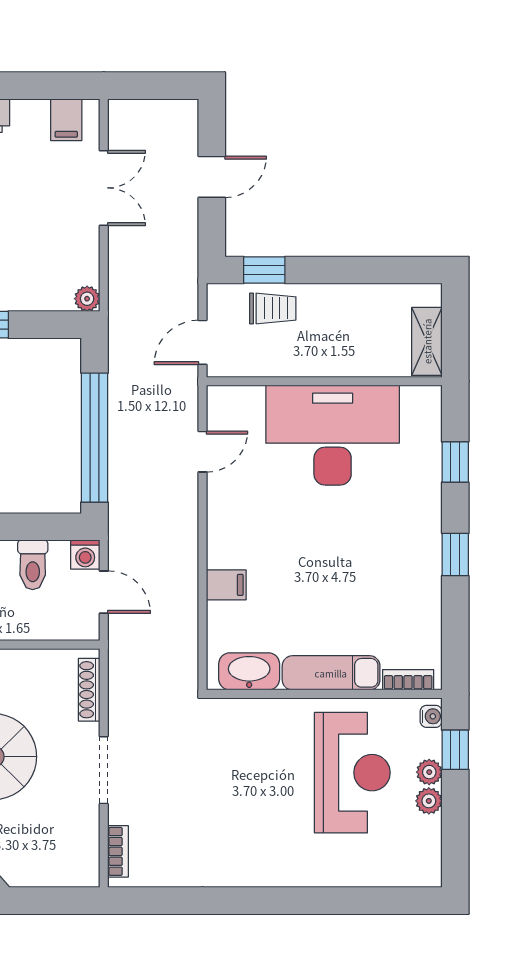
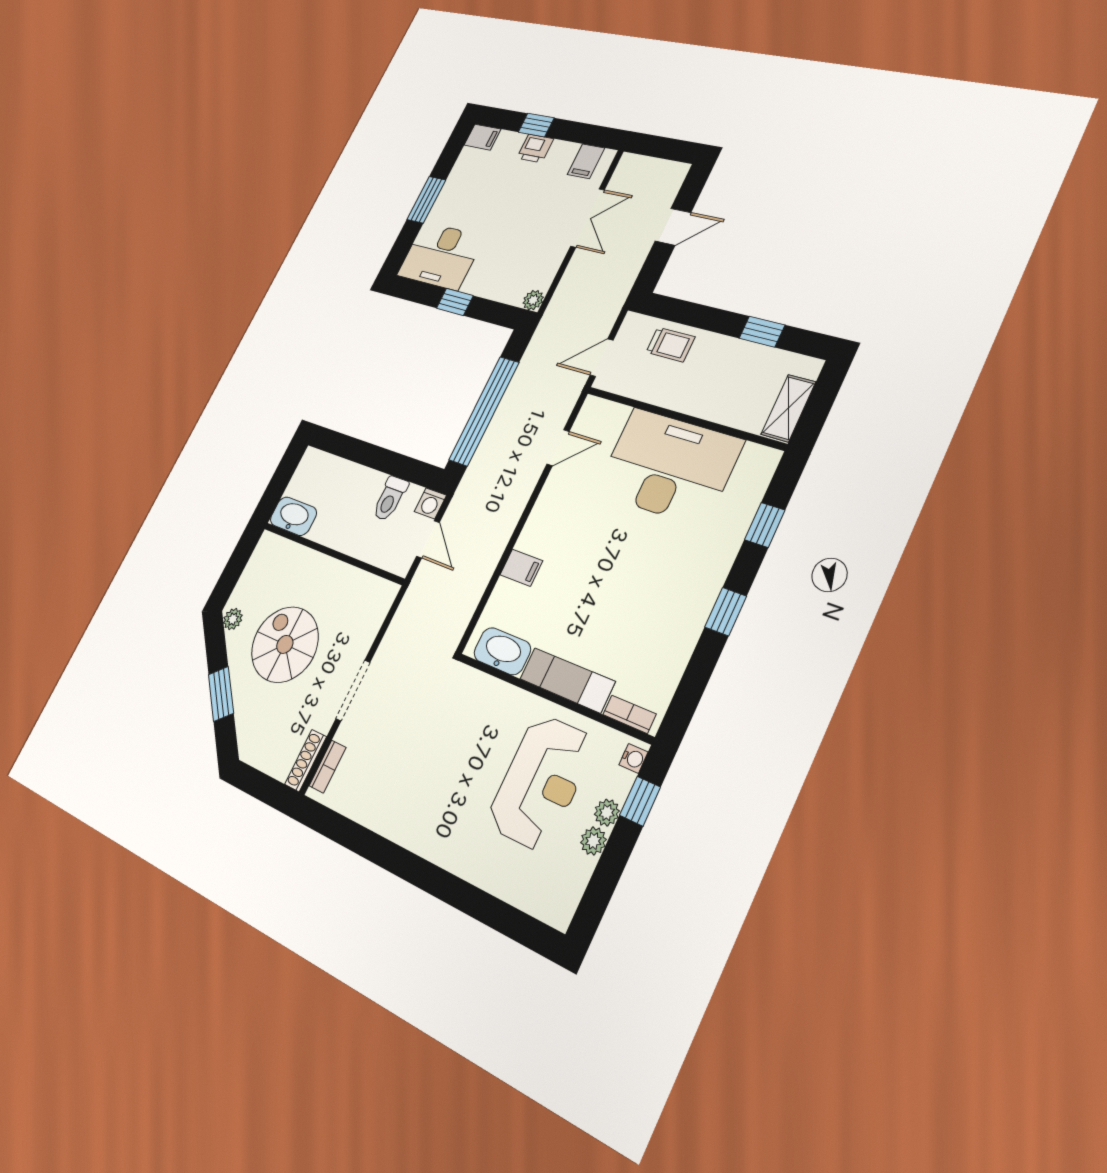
window: (264, 270) -> (762, 332), moved
shoe rack: (89, 690) -> (306, 761), moved

